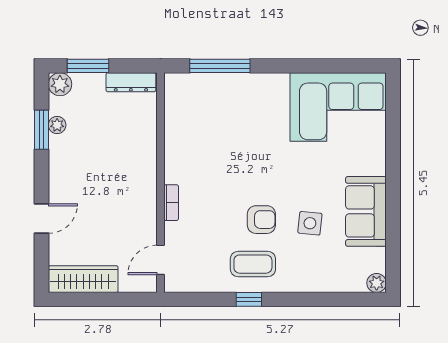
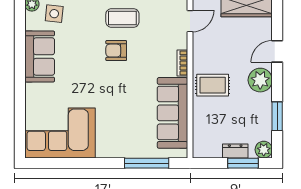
dresser: (131, 82) -> (235, 151), moved, width x0.70
plant: (57, 125) -> (260, 80), moved, width x1.88, depth x1.88
sofa: (185, 134) -> (172, 113), added
rug: (130, 172) -> (213, 85), added
side table: (310, 223) -> (54, 14), moved

